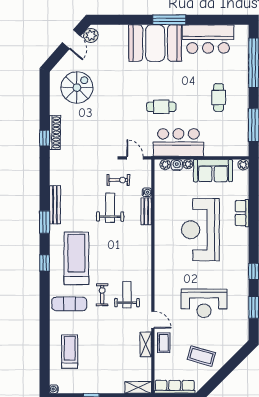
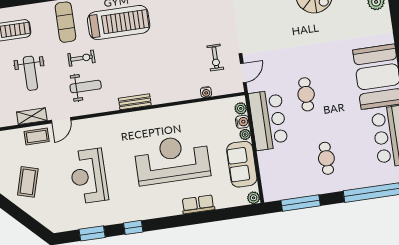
cafe table: (219, 97) -> (326, 158), turned 90
weight bench: (110, 208) -> (30, 73), moved, turned 90
bench: (146, 211) -> (135, 102), moved

